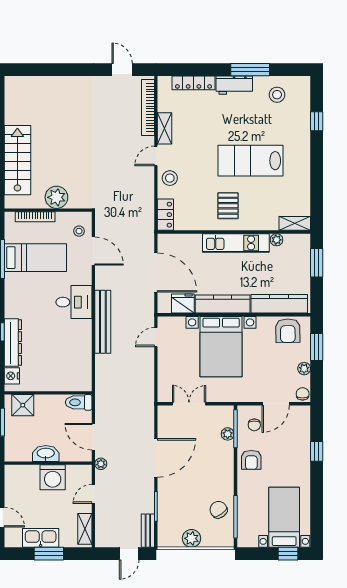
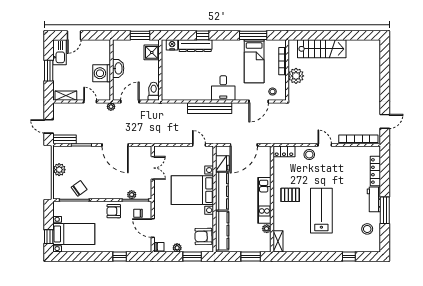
shelving: (164, 128) -> (344, 151), removed
kitchen sink: (41, 538) -> (60, 52), moved

